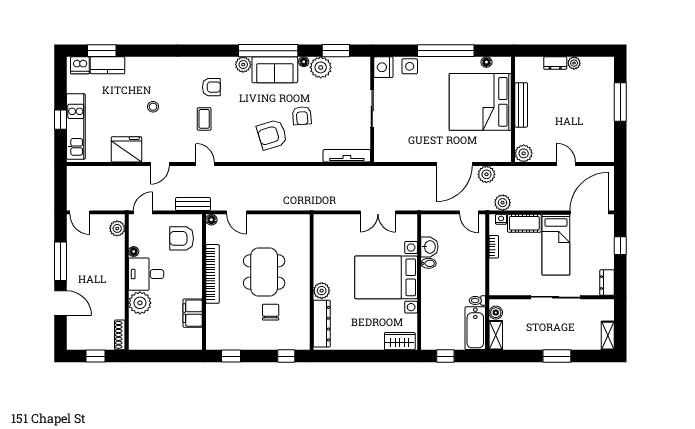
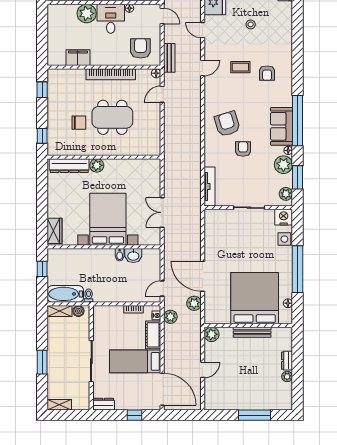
plant: (243, 65) -> (286, 194), moved
armchair: (302, 116) -> (243, 149), turned 94

